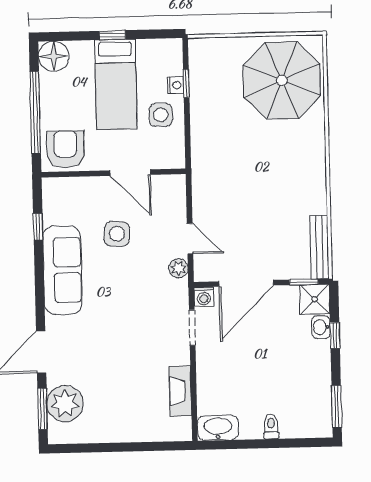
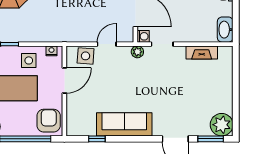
nightstand: (175, 85) -> (52, 51), moved
armchair: (65, 149) -> (49, 121), turned 90
side table: (117, 234) -> (86, 56), moved
plant: (178, 268) -> (137, 52), moved
plant: (65, 404) -> (222, 125), moved

